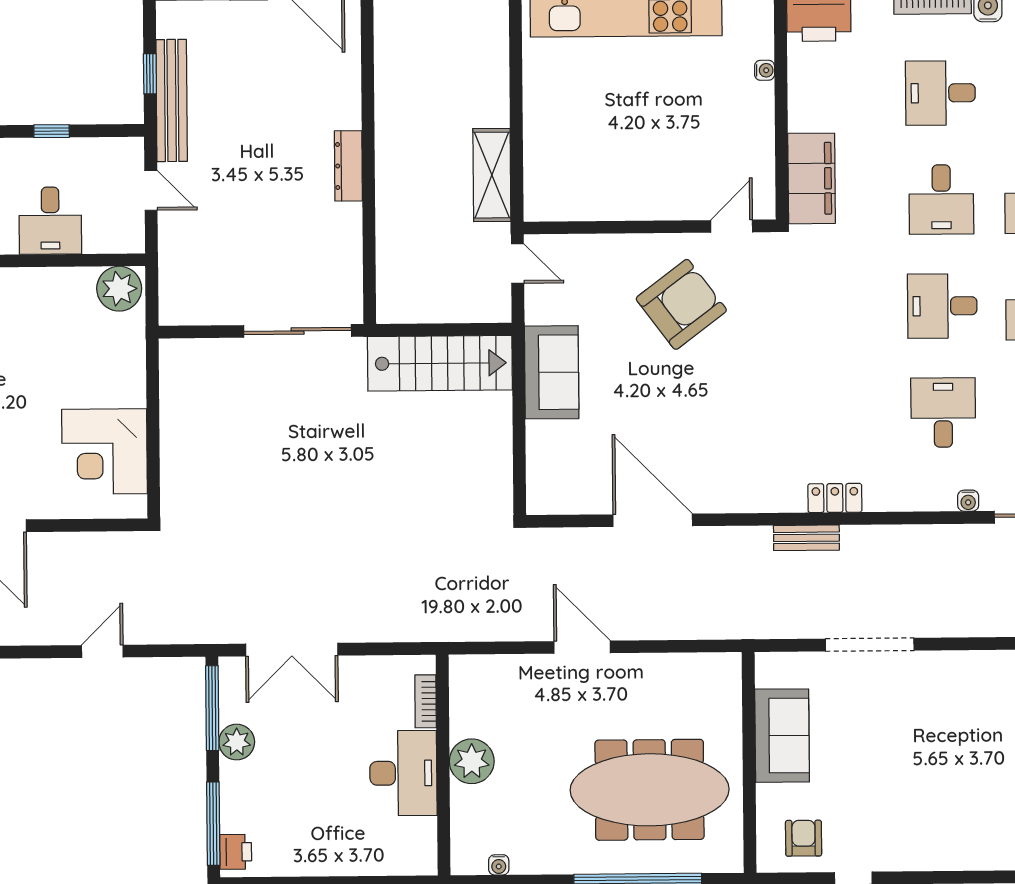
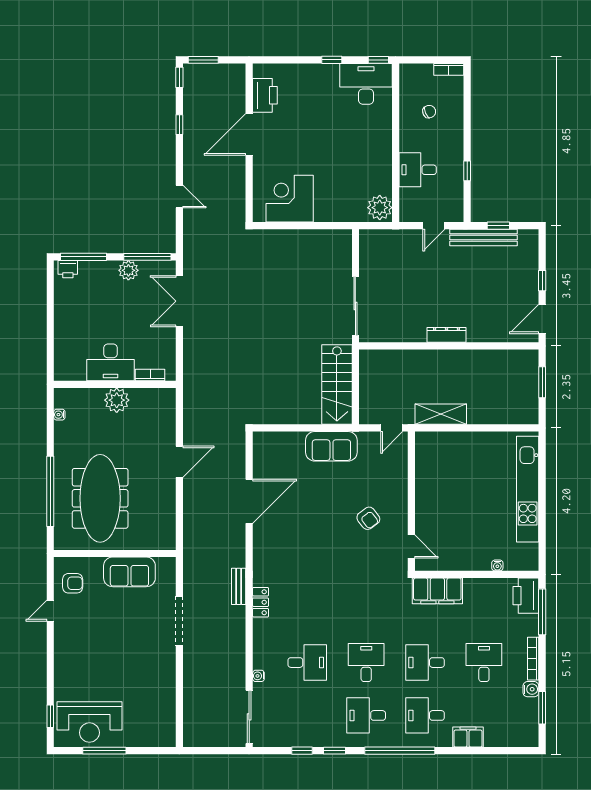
armchair: (681, 304) -> (368, 518), width x0.53, depth x0.53

